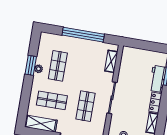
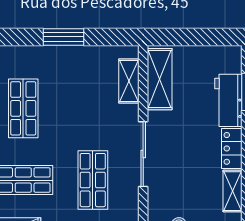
window: (83, 35) -> (64, 37), width x0.47
shelving: (126, 63) -> (160, 79), added

